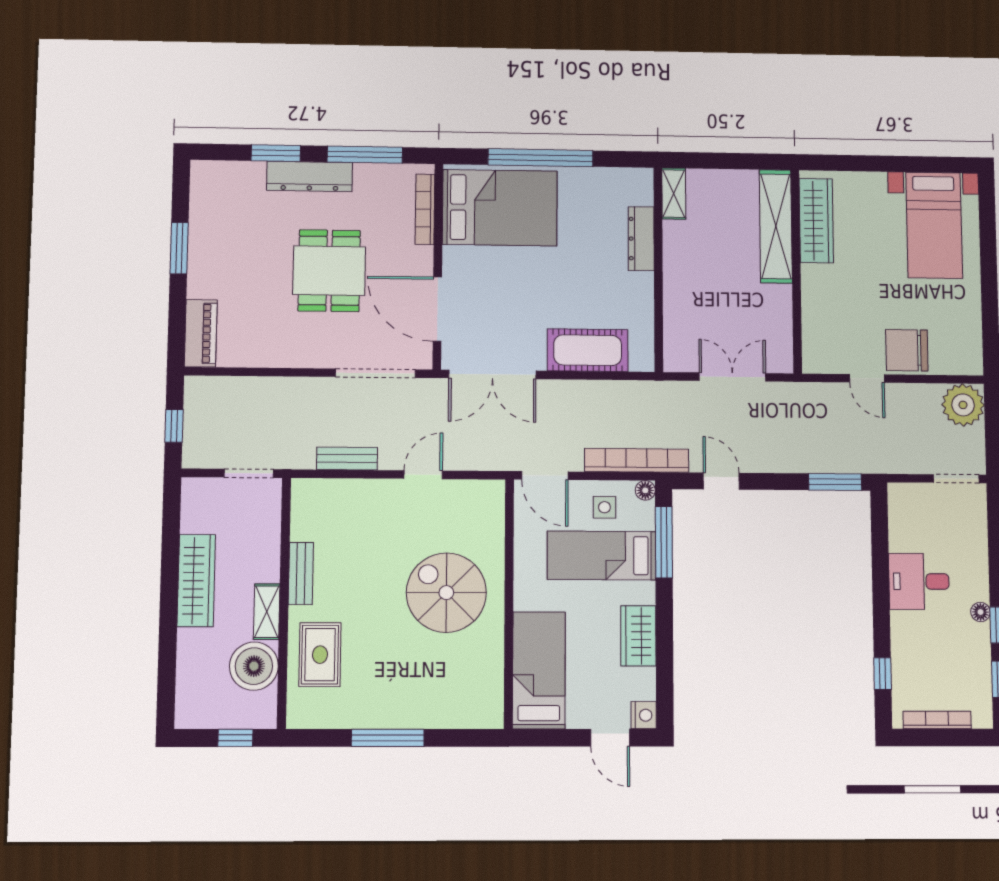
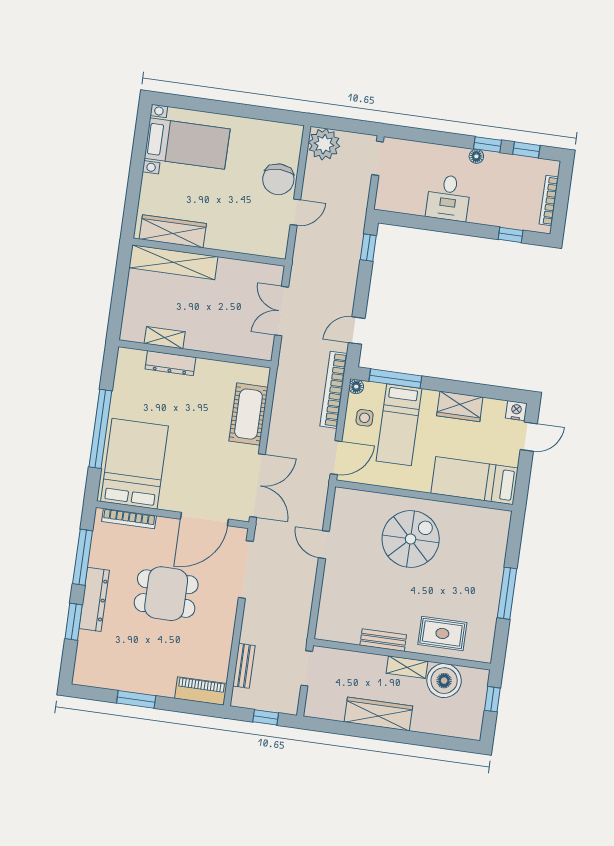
shelving: (674, 194) -> (165, 338), moved
bench: (347, 458) -> (244, 666), moved
window: (835, 482) -> (368, 248), width x0.67
spiral stairs: (446, 593) -> (411, 539), turned 180

